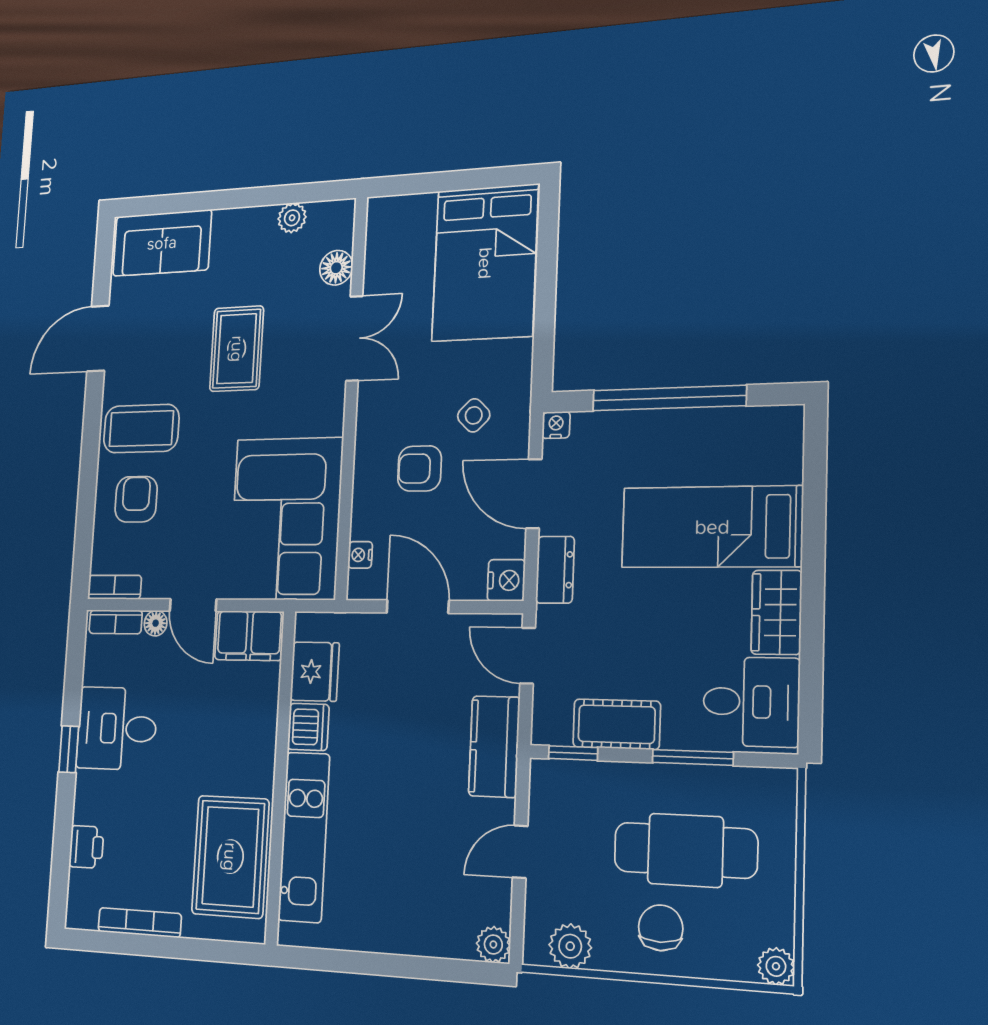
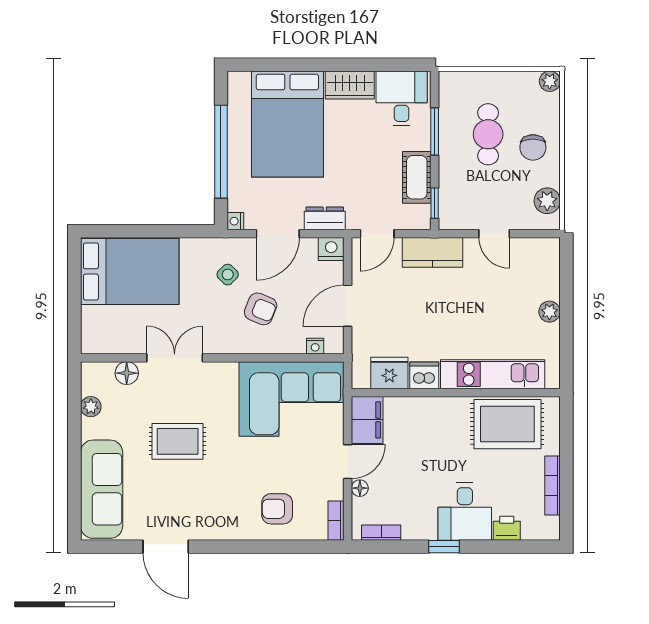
sofa: (162, 243) -> (102, 489), width x1.36
coffee table: (141, 429) -> (229, 509), removed
armchair: (420, 468) -> (261, 309), turned -68
bed: (712, 527) -> (287, 124), width x1.50
bookcase: (116, 622) -> (381, 533), moved, turned -90
desk: (117, 728) -> (465, 512), moved
cafe table: (685, 850) -> (488, 134), width x0.73, depth x0.74
chair: (661, 928) -> (533, 147), turned -90
plant: (493, 944) -> (549, 312), moved

